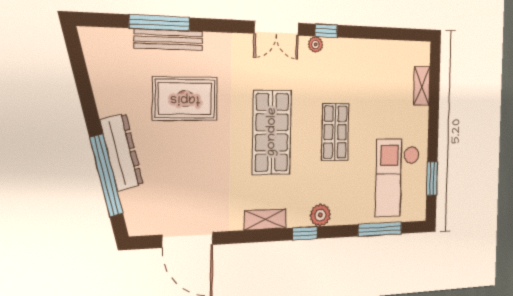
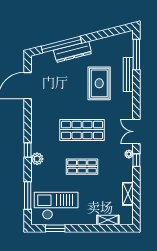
window: (160, 23) -> (136, 54), moved
shelving: (265, 219) -> (128, 194), moved

